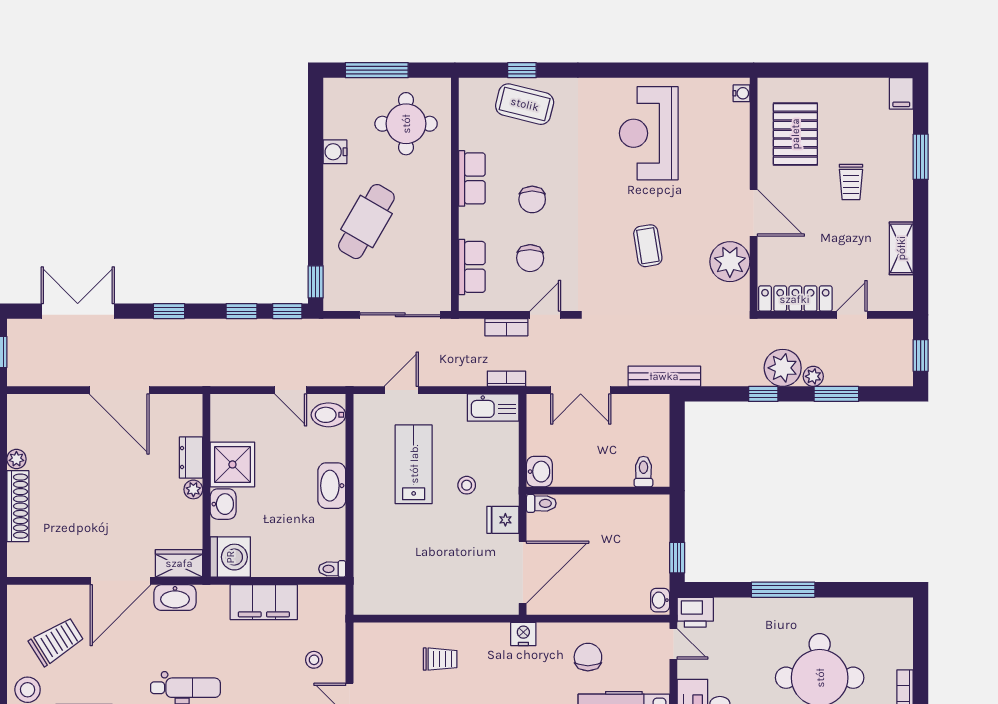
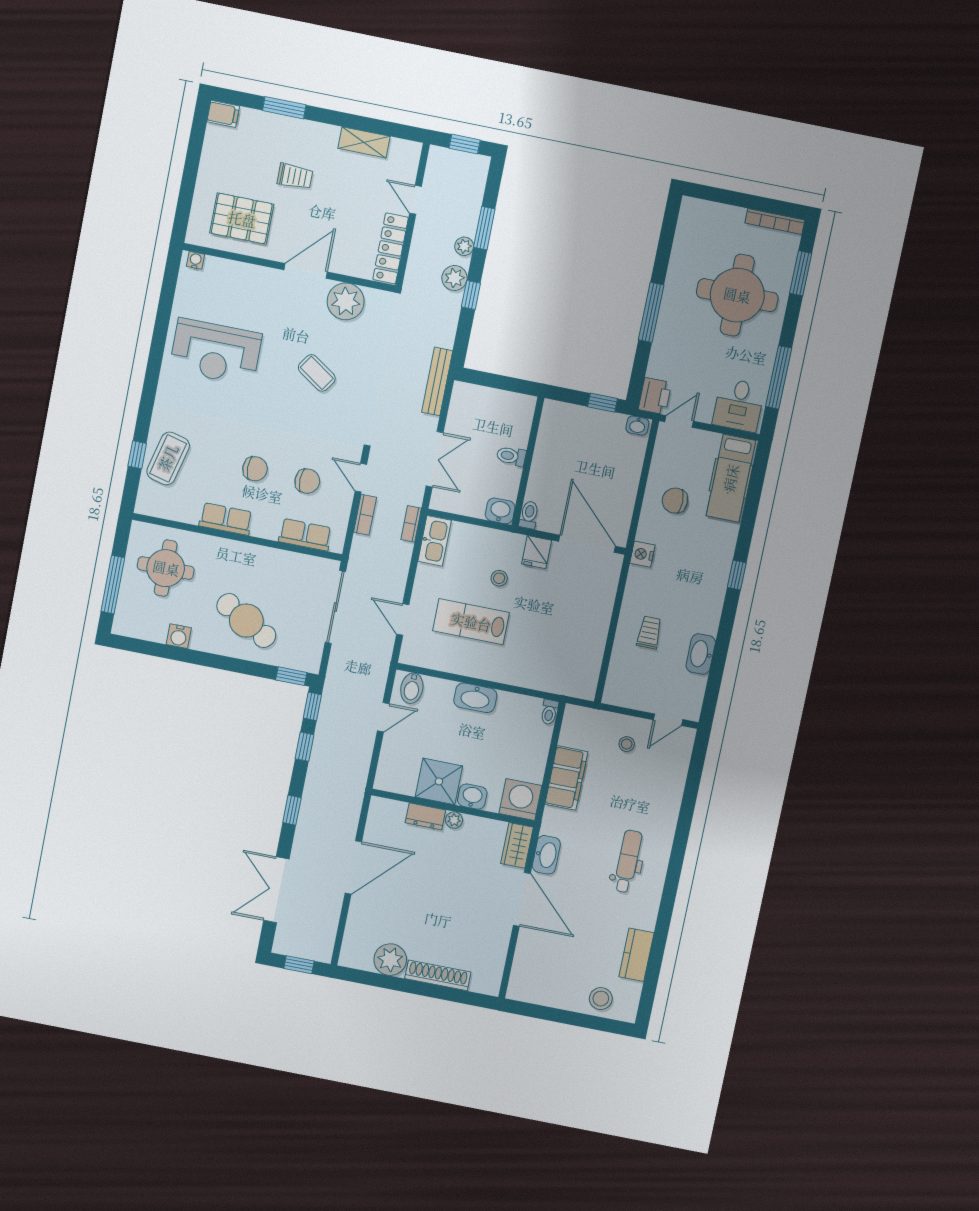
coffee table: (648, 246) -> (317, 373), turned 43
plant: (783, 368) -> (454, 278), width x0.73, depth x0.73
plant: (16, 459) -> (390, 960), width x1.87, depth x1.87
toilet: (643, 472) -> (511, 456), moved
trolley: (56, 641) -> (564, 965), removed

